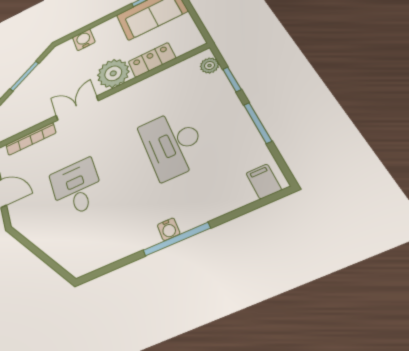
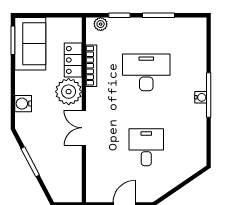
bookcase: (31, 139) -> (91, 66), moved
desk: (172, 144) -> (146, 72), turned 180
filing cabinet: (264, 181) -> (197, 30), removed
desk: (77, 188) -> (146, 147), turned 90

